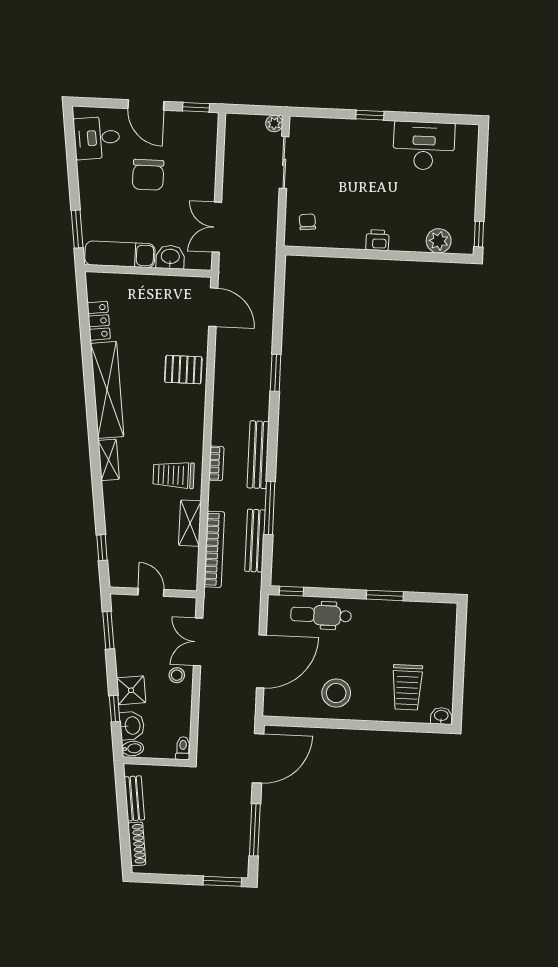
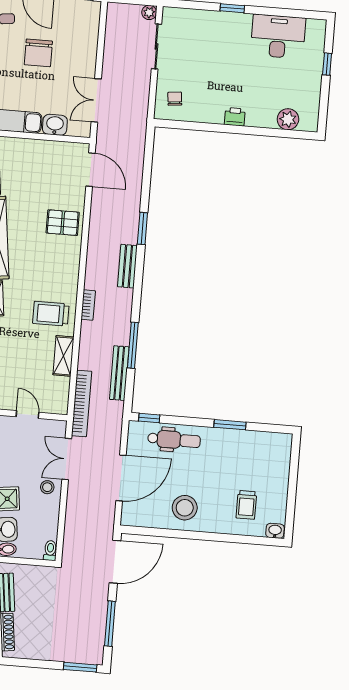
window: (479, 234) -> (327, 64), moved
bench: (258, 455) -> (127, 266), moved, width x0.73
bookcase: (214, 549) -> (82, 403), moved
dental chair: (321, 615) -> (174, 440), turned 180
trolley: (407, 687) -> (246, 505), width x0.73, depth x0.72

